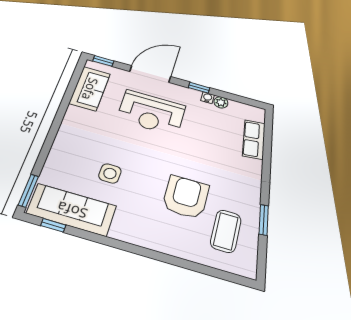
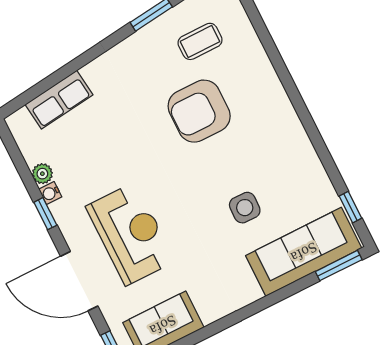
sofa: (72, 210) -> (304, 252), moved, turned 90
coffee table: (226, 231) -> (200, 41), width x0.73, depth x0.77

